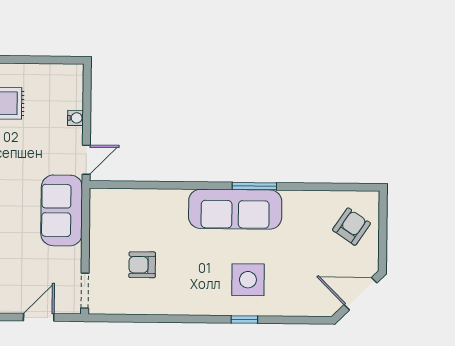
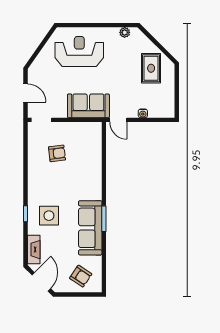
sofa: (235, 209) -> (90, 228), moved
armchair: (142, 265) -> (57, 153), turned 83
fireplace: (305, 306) -> (34, 250), added

